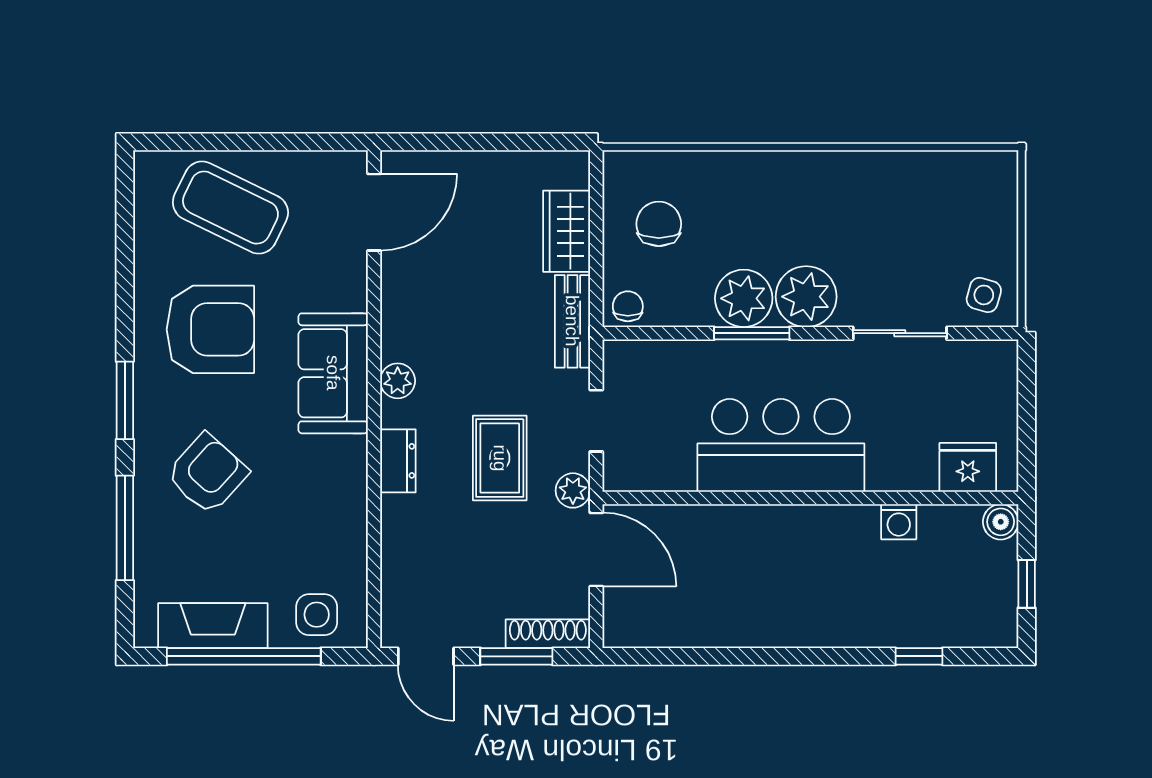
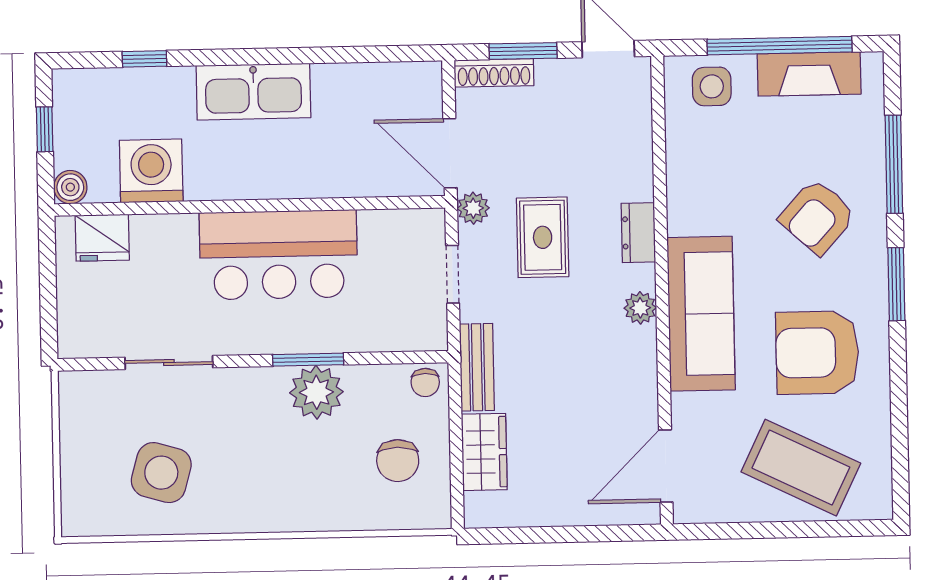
side table: (984, 295) -> (161, 473), moved, width x1.87, depth x1.87
plant: (806, 297) -> (258, 395), removed
sofa: (333, 373) -> (701, 314), width x1.36
washing machine: (899, 522) -> (151, 171), width x1.89, depth x1.89
kitchen sink: (804, 619) -> (253, 92), added

